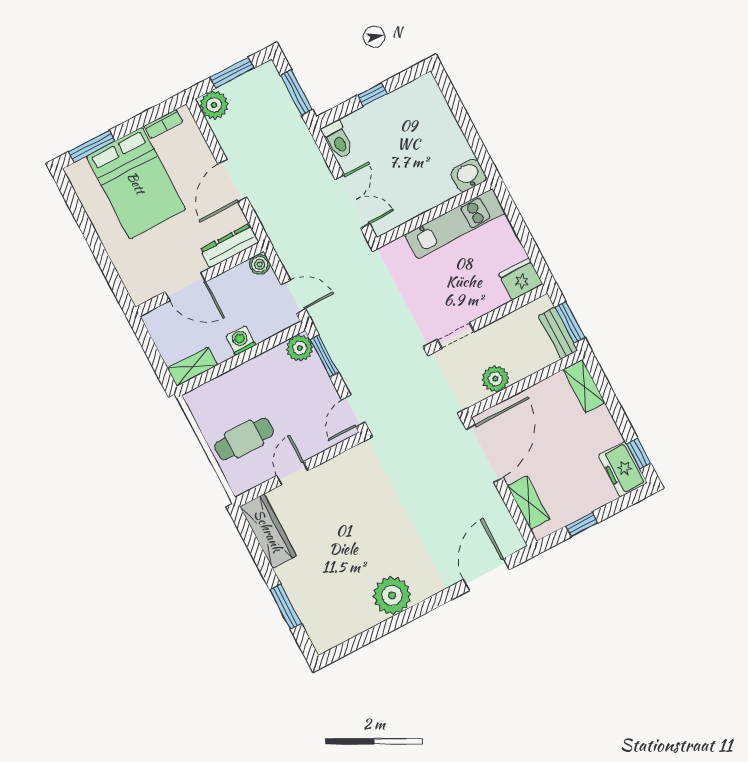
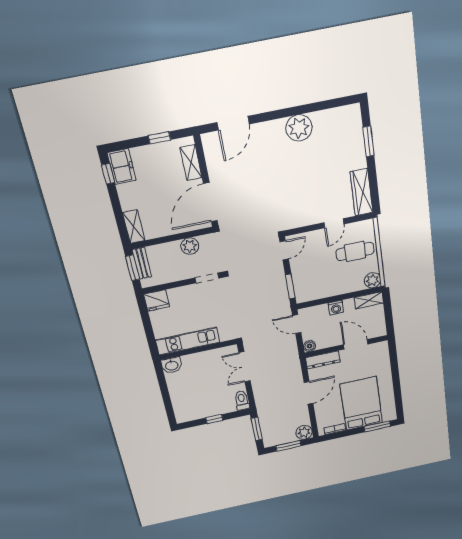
plant: (300, 348) -> (372, 280), moved

